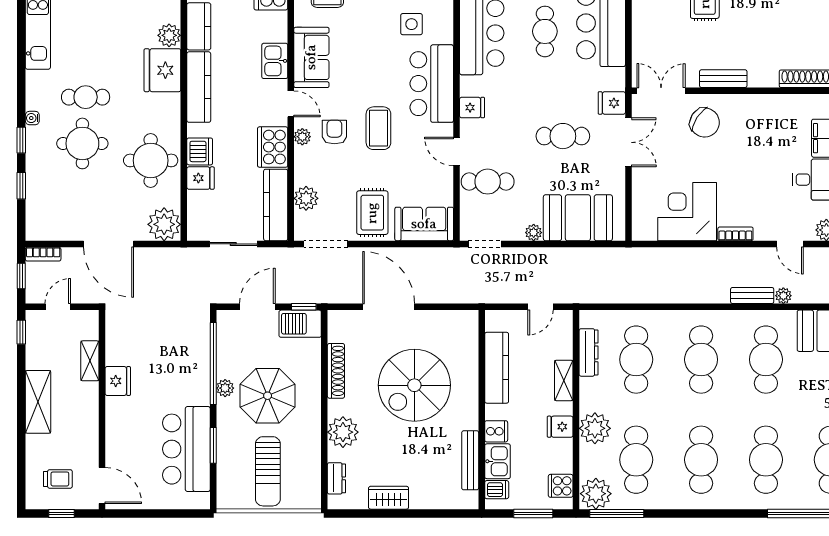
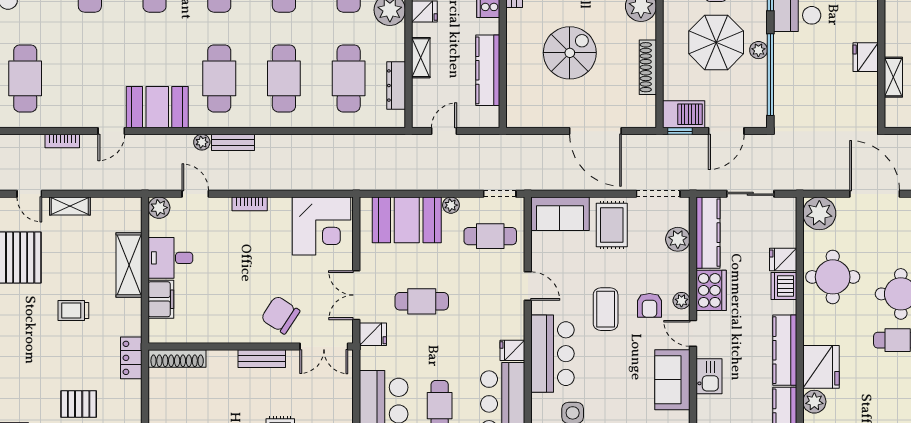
fridge: (472, 108) -> (512, 350), moved
cafe table: (488, 182) -> (490, 236), moved
corner desk: (687, 212) -> (322, 226), moved
spiral stairs: (414, 385) -> (570, 53), width x0.73, depth x0.73

